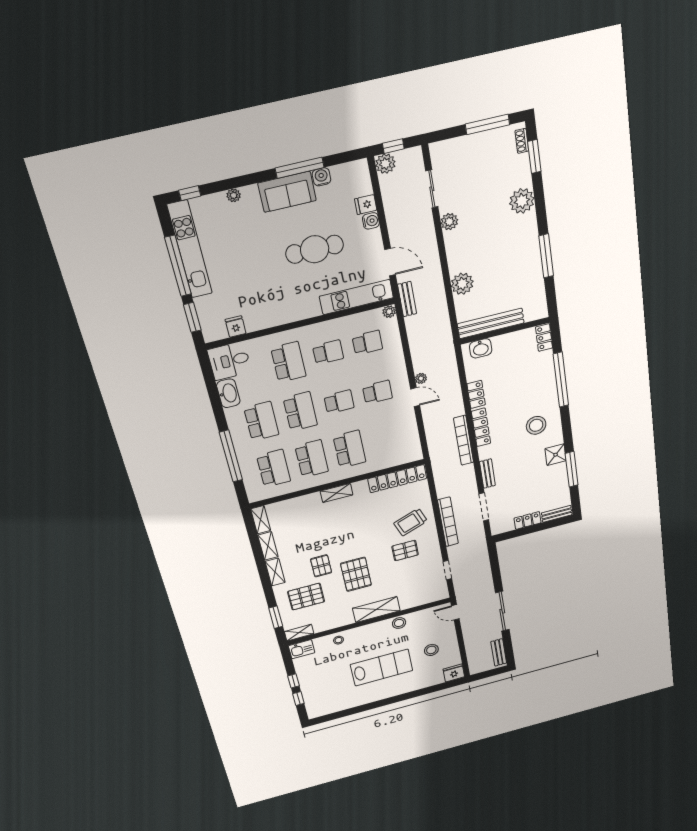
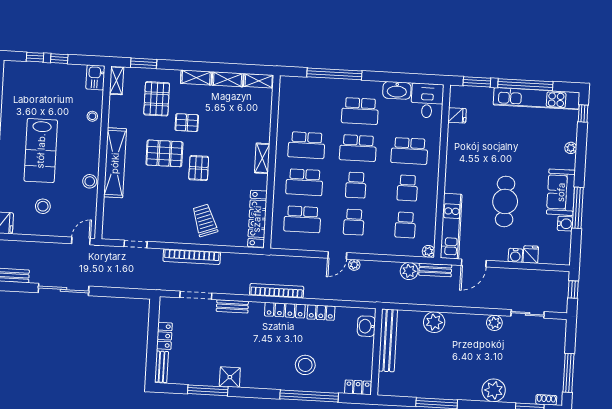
plant: (385, 164) -> (409, 271), moved
stool: (536, 425) -> (305, 365), moved
school desk: (274, 468) -> (302, 219), moved
pallet: (405, 551) -> (199, 168), moved
shelving: (376, 610) -> (115, 163), width x1.47

